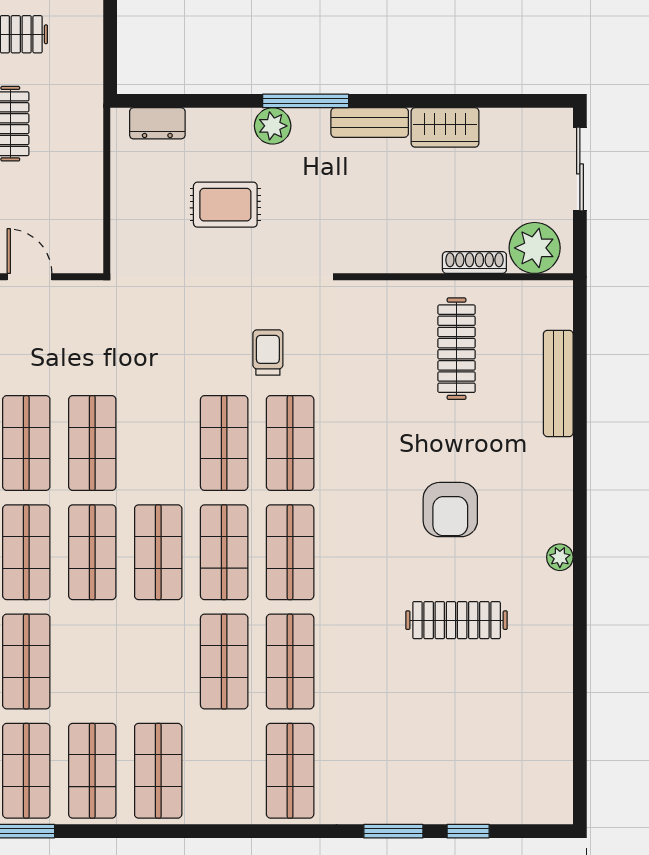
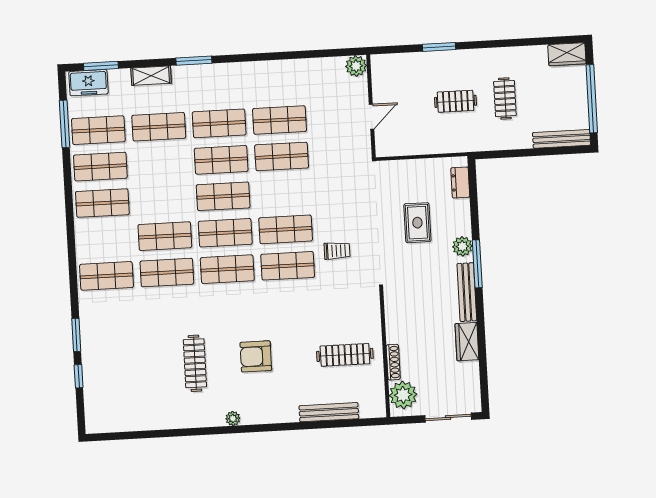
bench: (370, 122) -> (467, 292), width x1.36

